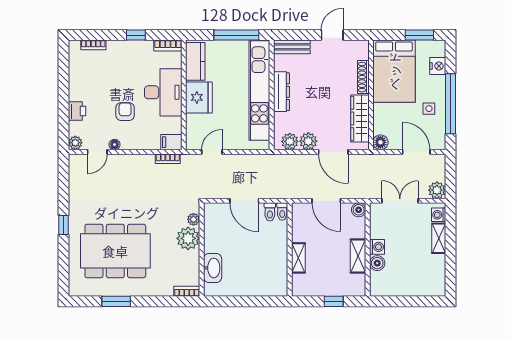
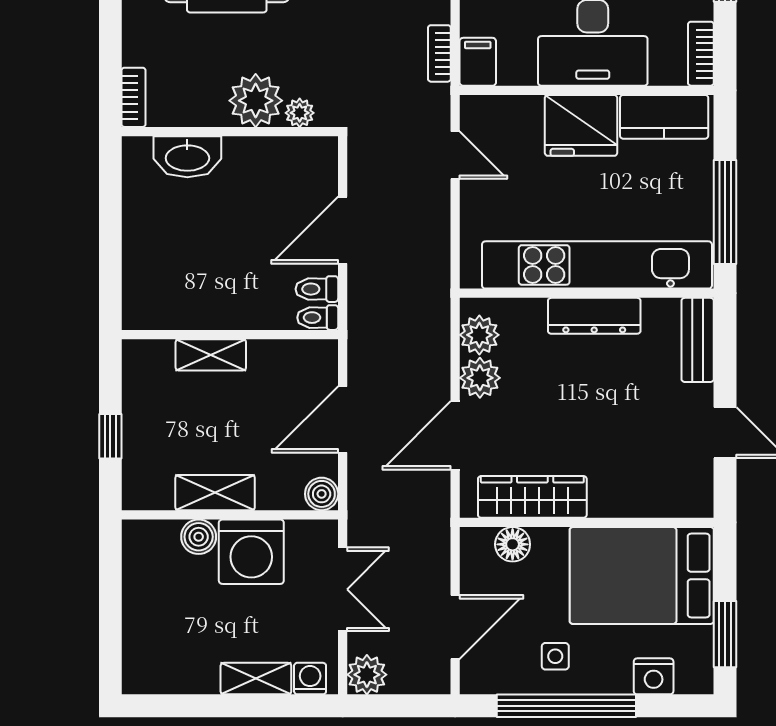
shoe rack: (363, 77) -> (628, 505), removed
floor lamp: (380, 142) -> (513, 544), moved
washing machine: (377, 247) -> (251, 552), width x1.89, depth x1.89

